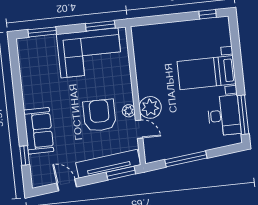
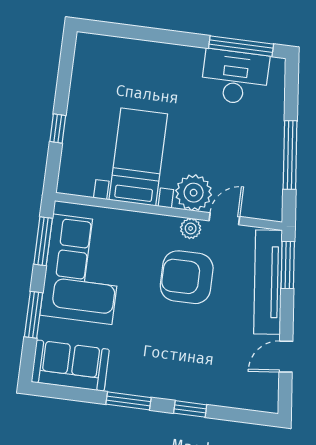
window: (208, 14) -> (58, 128), moved
window: (42, 32) -> (34, 315), moved
bed with nightstands: (207, 73) -> (138, 157), moved, turned 180
window: (18, 99) -> (128, 401), added
sofa: (39, 131) -> (70, 366), moved
window: (25, 155) -> (190, 409), moved

